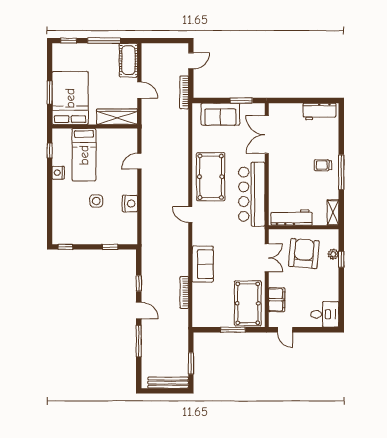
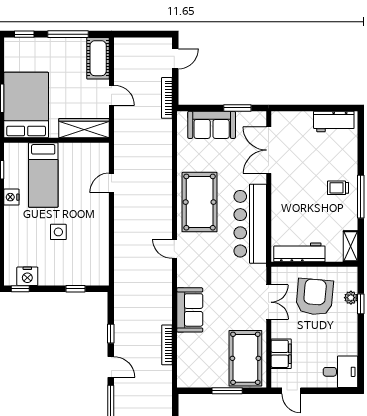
nightstand: (130, 204) -> (27, 276), moved, turned 90

